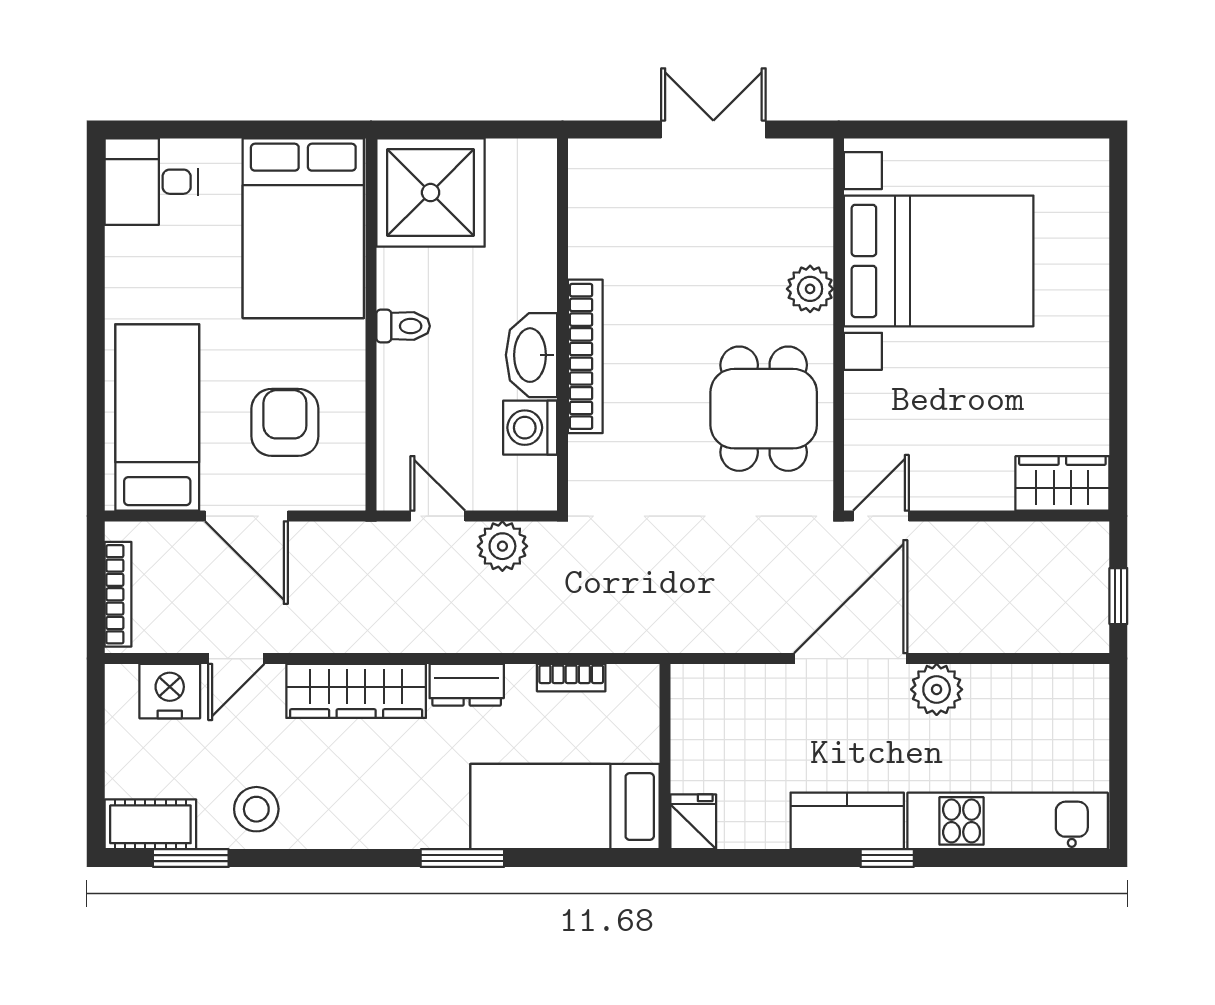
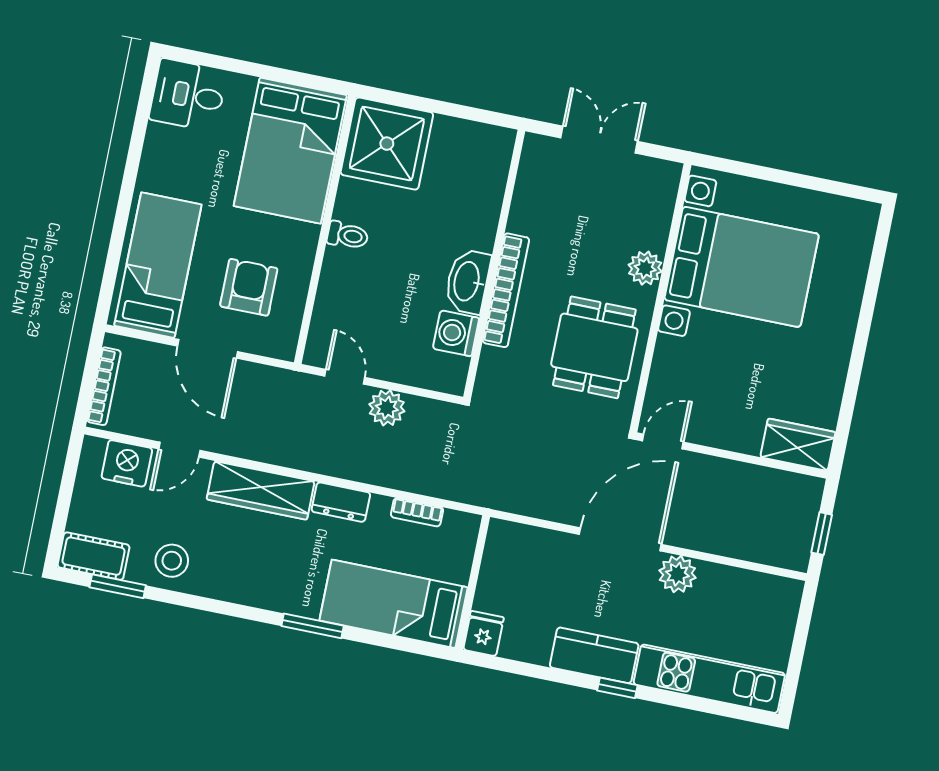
wall: (563, 325) -> (494, 264), moved
washbasin: (532, 355) -> (468, 281), moved
bookcase: (585, 356) -> (506, 290), moved
washing machine: (530, 428) -> (456, 333), moved

